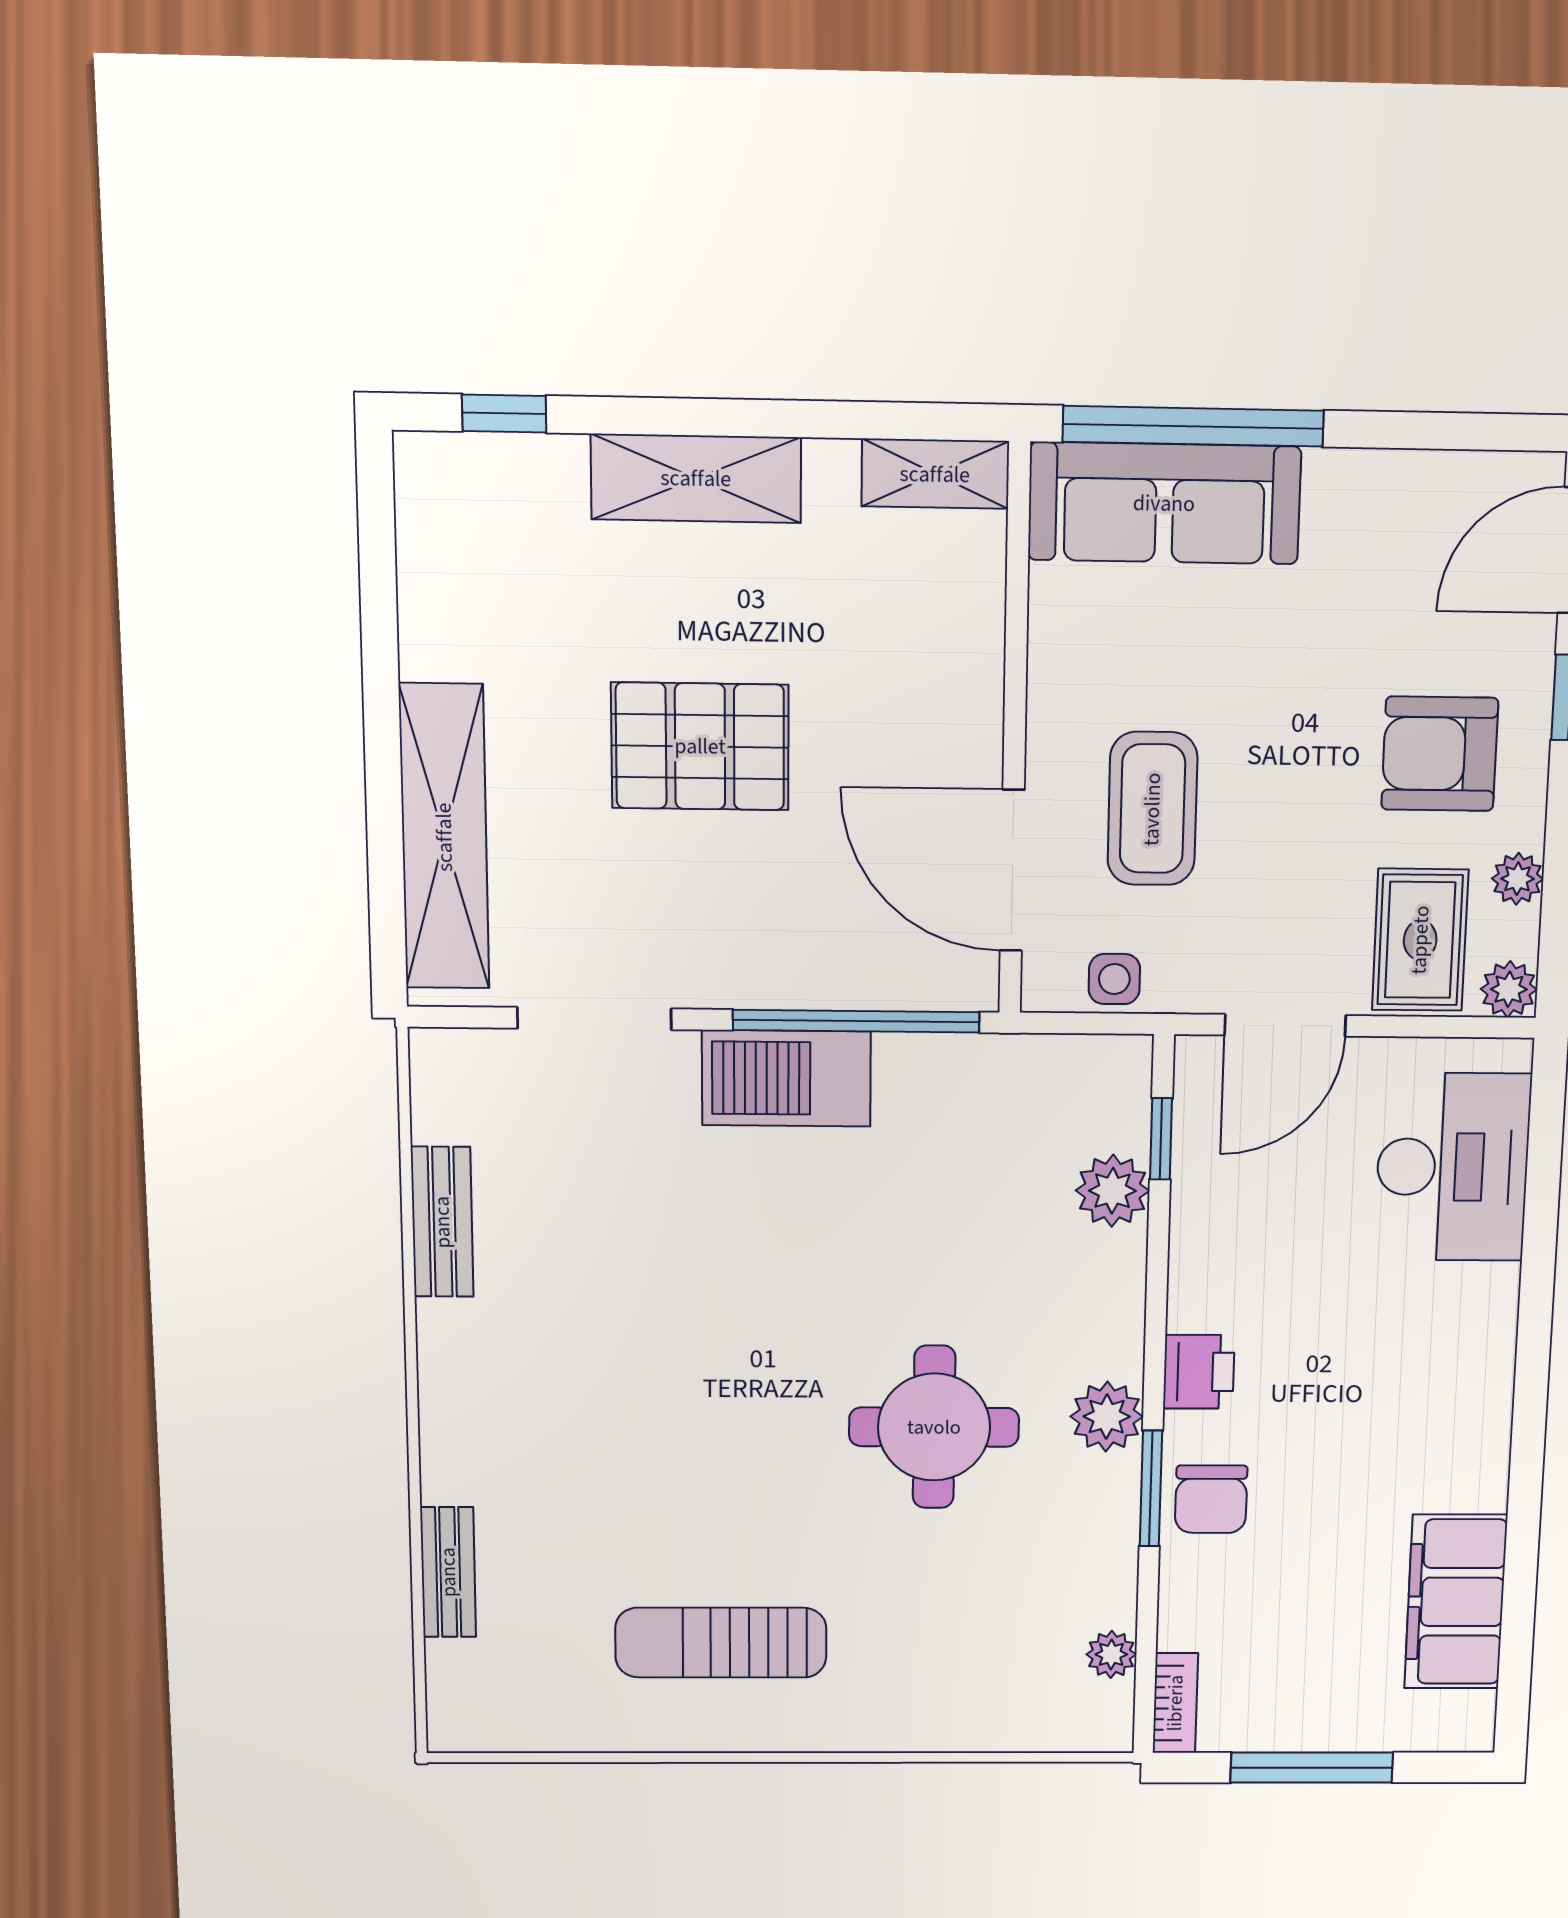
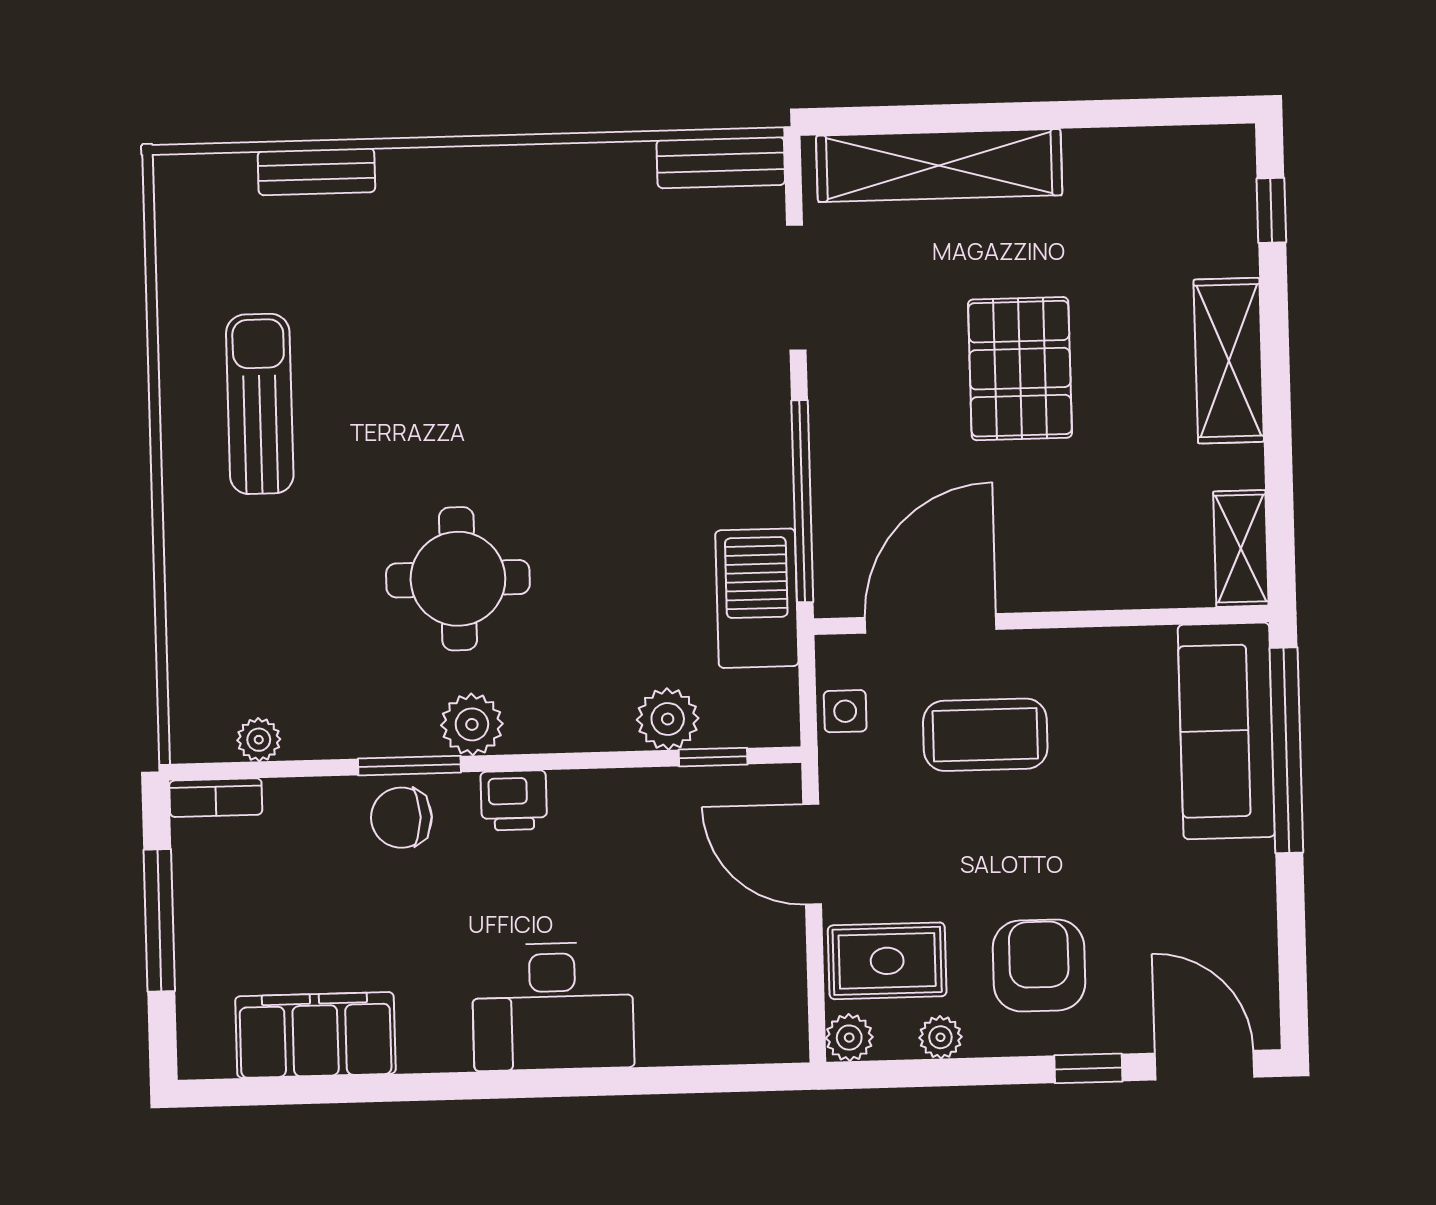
barbecue: (786, 1078) -> (757, 598), moved
desk: (1453, 1167) -> (553, 1007), moved
bench: (442, 1222) -> (721, 162), moved

